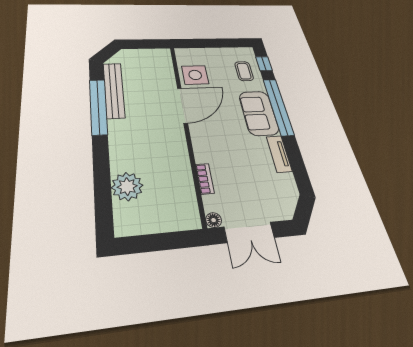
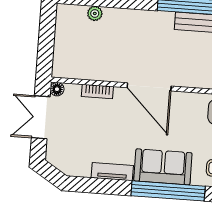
door: (182, 105) -> (149, 87), moved
plant: (127, 186) -> (95, 13), width x0.53, depth x0.53

